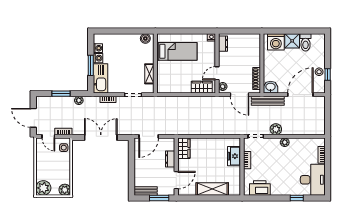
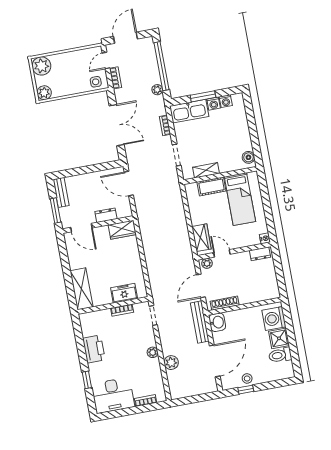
cot: (163, 72) -> (211, 186), added
window: (61, 94) -> (161, 66), width x2.11
door: (300, 95) -> (215, 361), hinge flipped
plant: (276, 129) -> (171, 363), moved
printer: (260, 188) -> (94, 349), moved
shelving: (212, 189) -> (81, 289), moved

